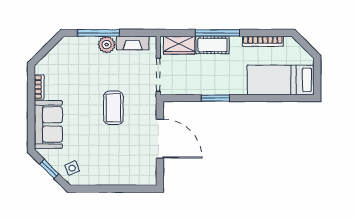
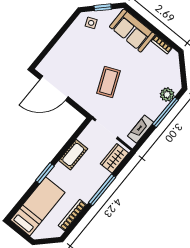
plant: (107, 45) -> (167, 95), moved
cot: (213, 45) -> (73, 155), moved
window: (215, 98) -> (45, 173), moved
coffee table: (113, 108) -> (109, 82), turned 67
door: (160, 139) -> (54, 88), moved

